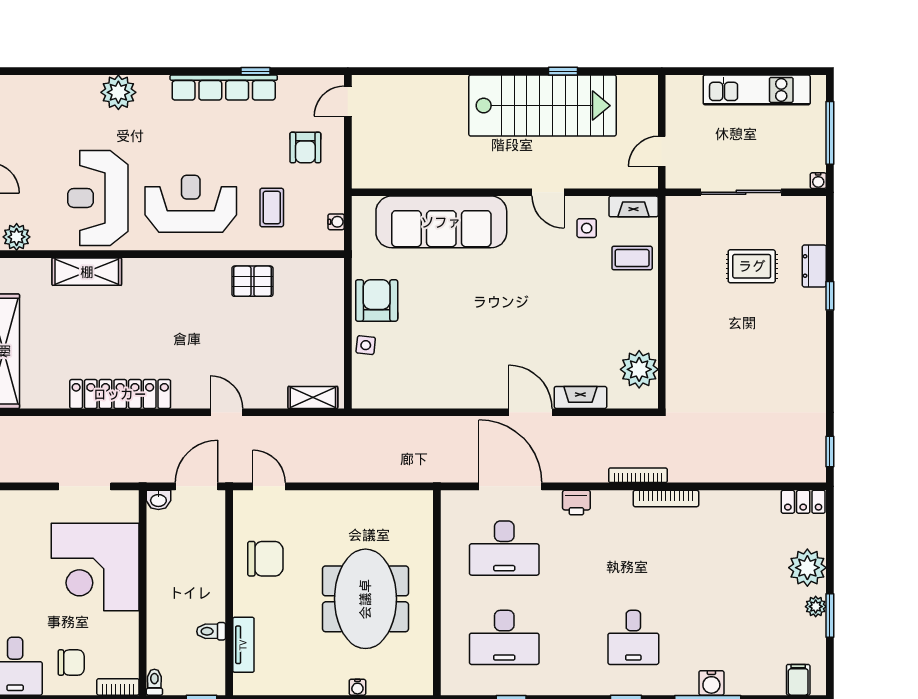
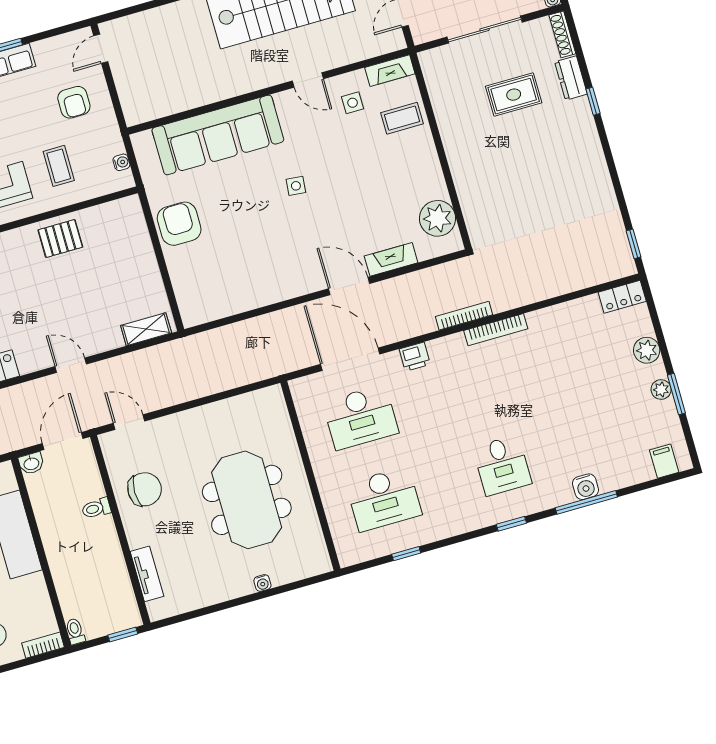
shoe rack: (818, 219) -> (562, 34), added
side table: (366, 345) -> (296, 186), moved
plant: (807, 568) -> (647, 350), width x0.73, depth x0.73
toilet: (211, 631) -> (96, 508), moved

